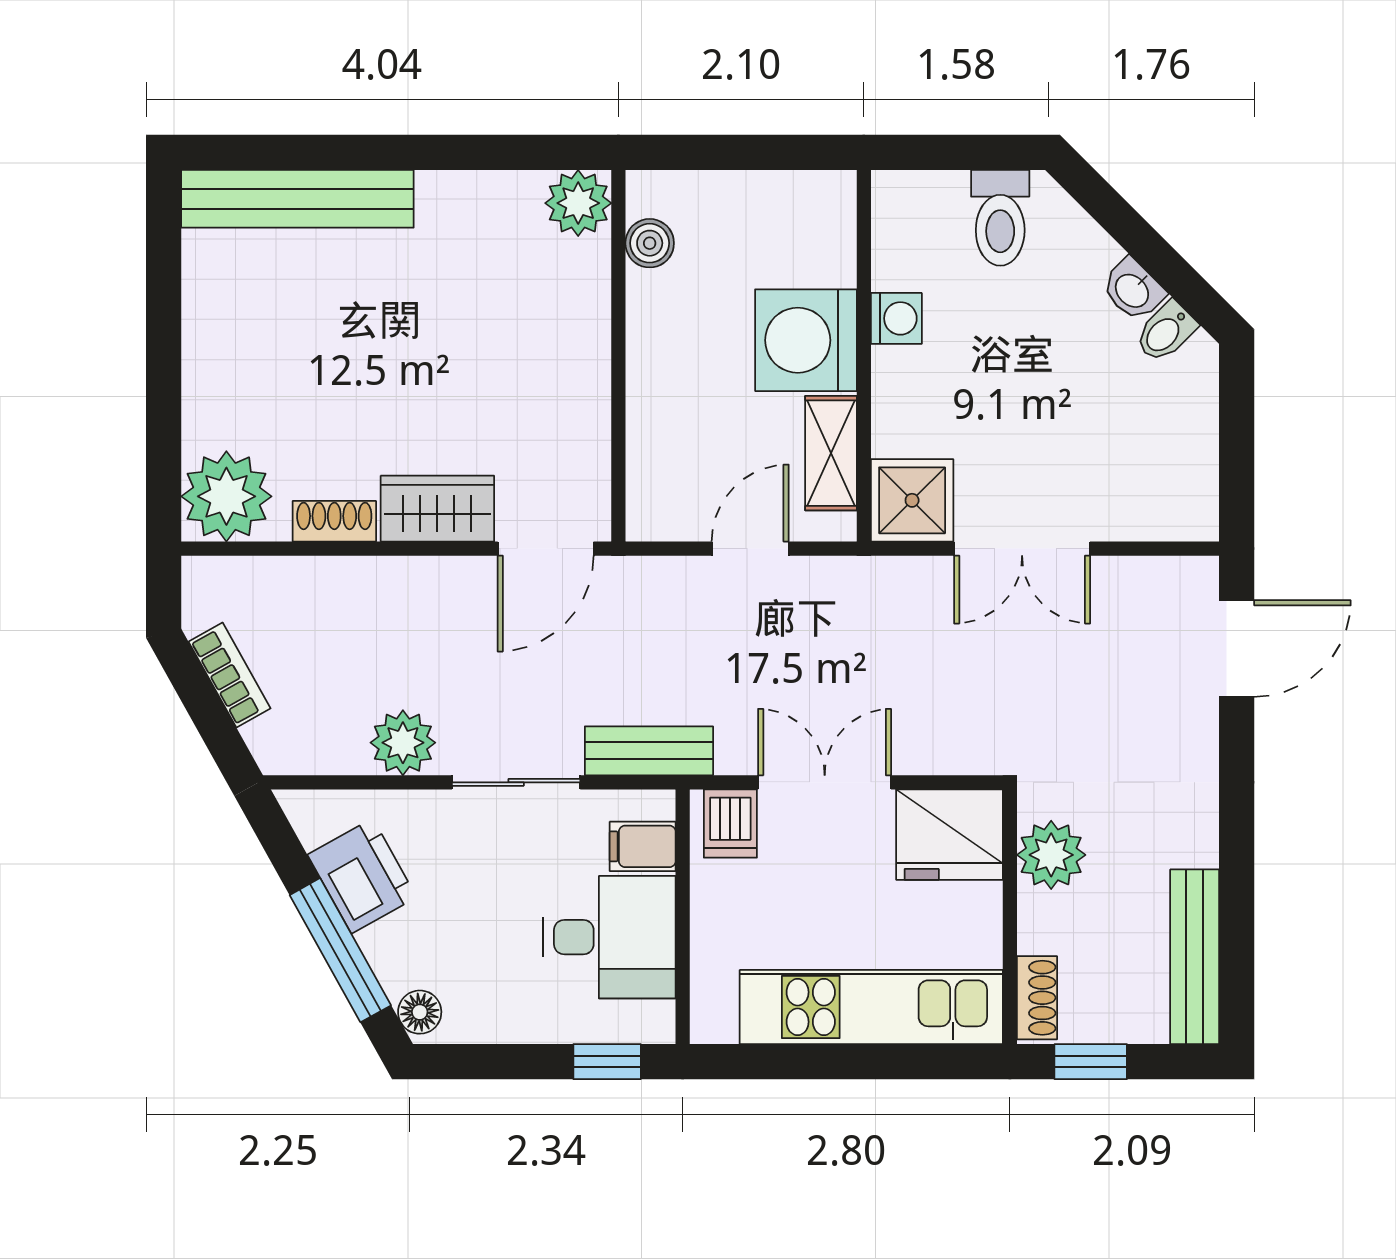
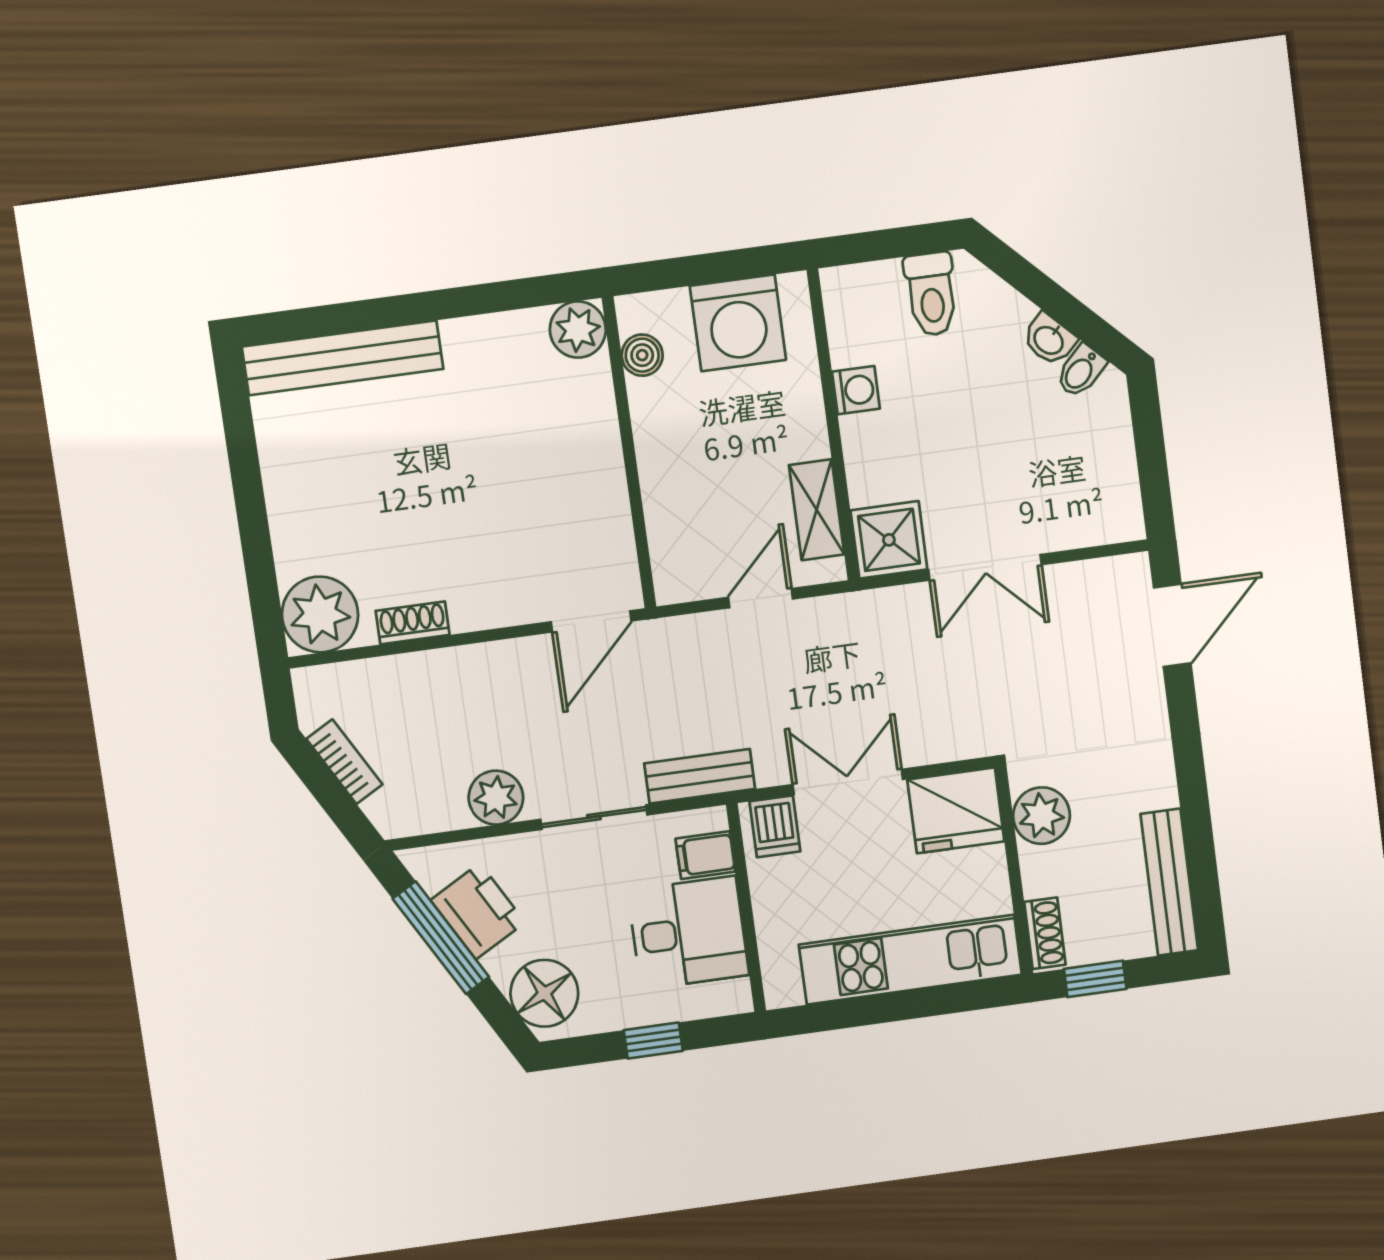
washing machine: (806, 340) -> (738, 323), moved, turned -90
wardrobe: (437, 509) -> (497, 601), removed
window: (340, 950) -> (441, 938), moved
floor lamp: (420, 1012) -> (544, 993), width x1.89, depth x1.89
window: (607, 1062) -> (653, 1041), moved

